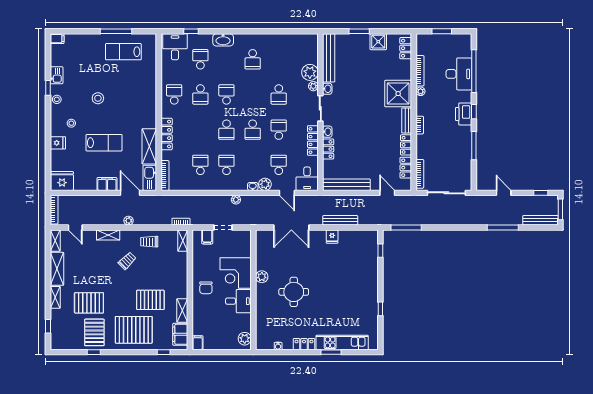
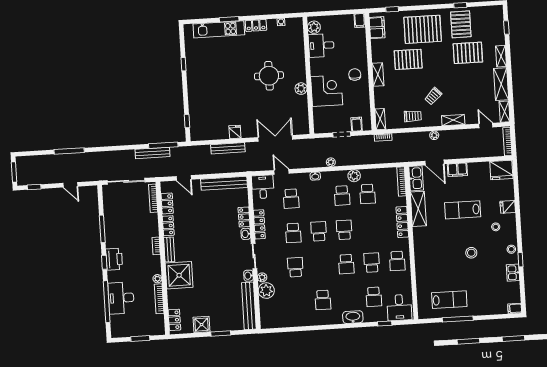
school desk: (253, 59) -> (323, 300), turned 180
plant: (265, 184) -> (354, 176), moved
bench: (540, 220) -> (152, 153), moved
desk: (238, 301) -> (321, 45), moved
shelving: (182, 310) -> (378, 75), moved

